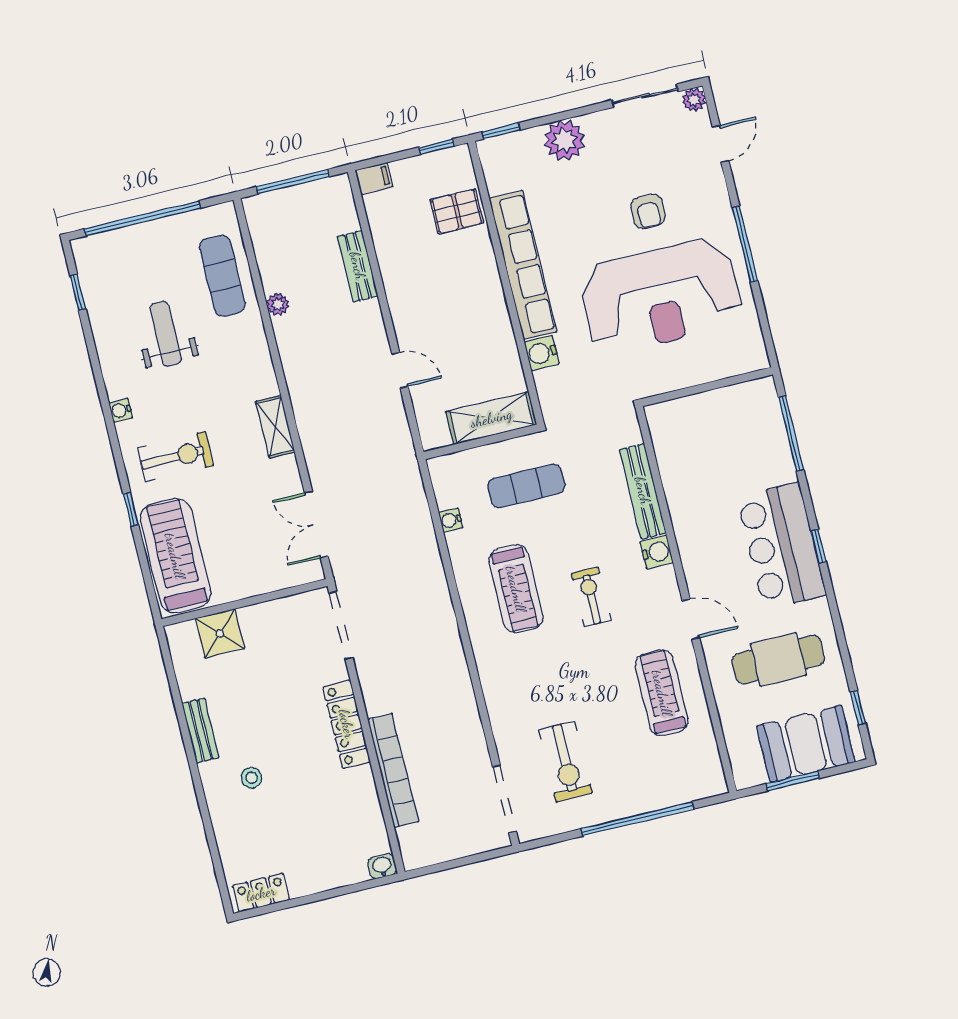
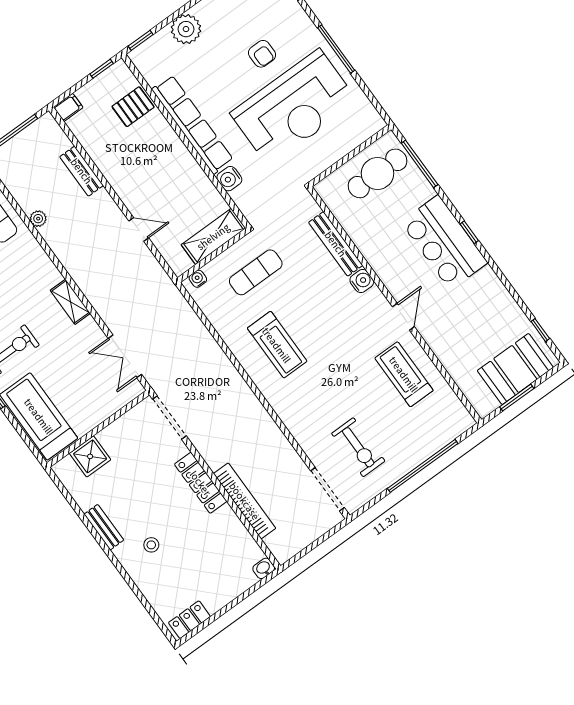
water cooler: (451, 520) -> (198, 279), moved, turned 90
exercise bike: (591, 597) -> (330, 329), removed
door: (691, 619) -> (403, 317), hinge flipped
cafe table: (778, 659) -> (377, 173), moved

